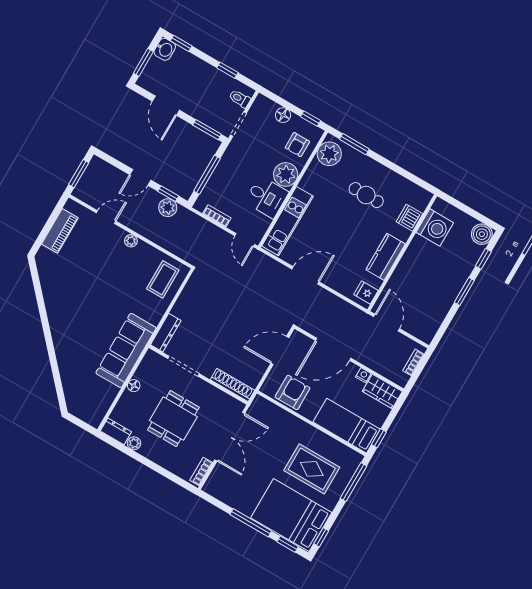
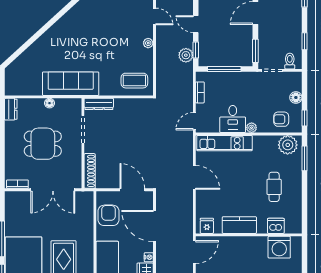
plant: (286, 174) -> (252, 128), width x0.53, depth x0.53
armchair: (293, 392) -> (109, 215), turned -90
plant: (134, 443) -> (10, 126), removed

